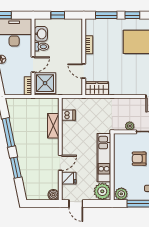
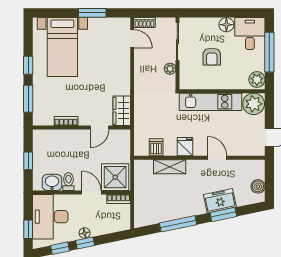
freezer: (27, 165) -> (220, 201), added
fridge: (69, 178) -> (185, 147), moved
boiler: (53, 195) -> (258, 186), moved

